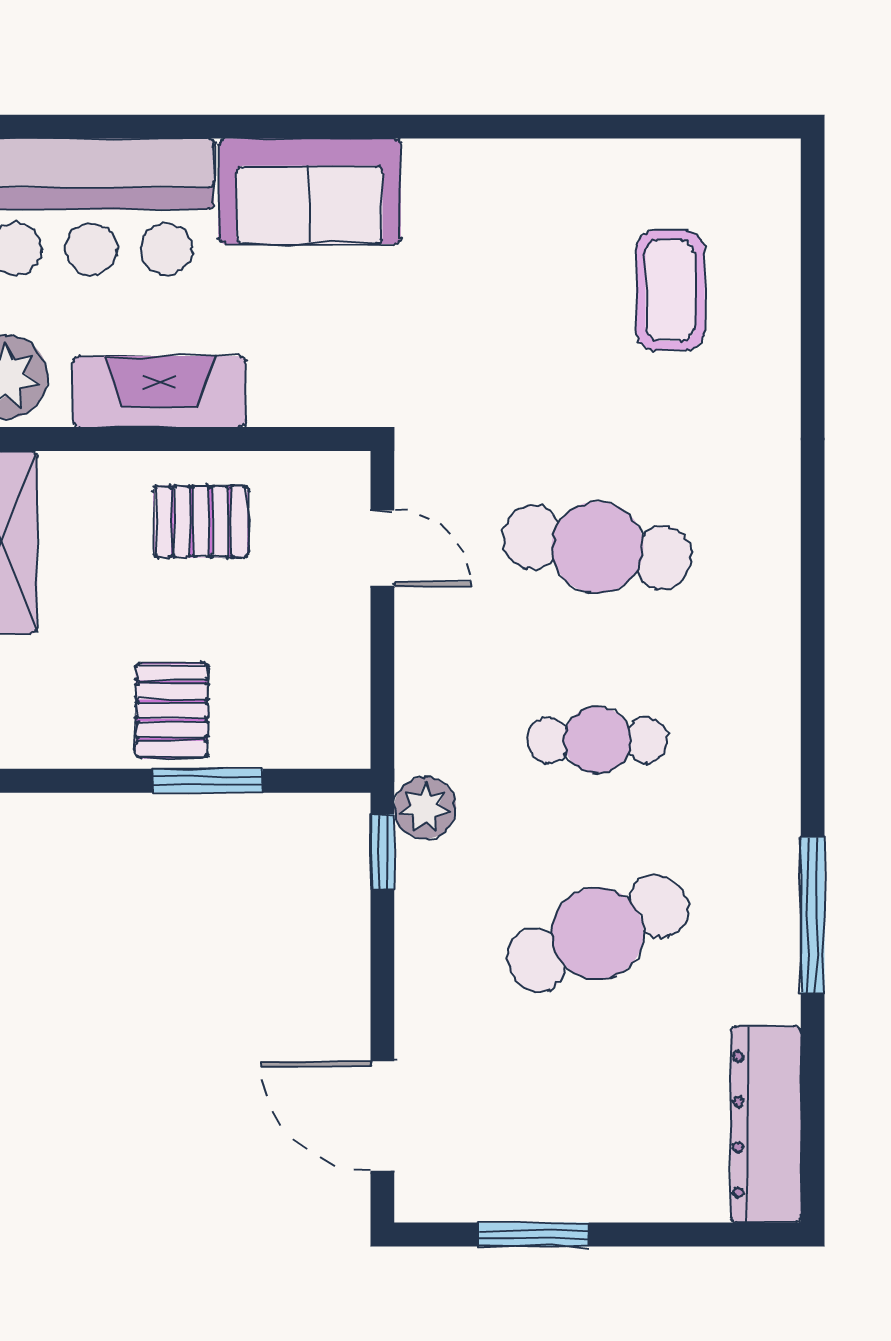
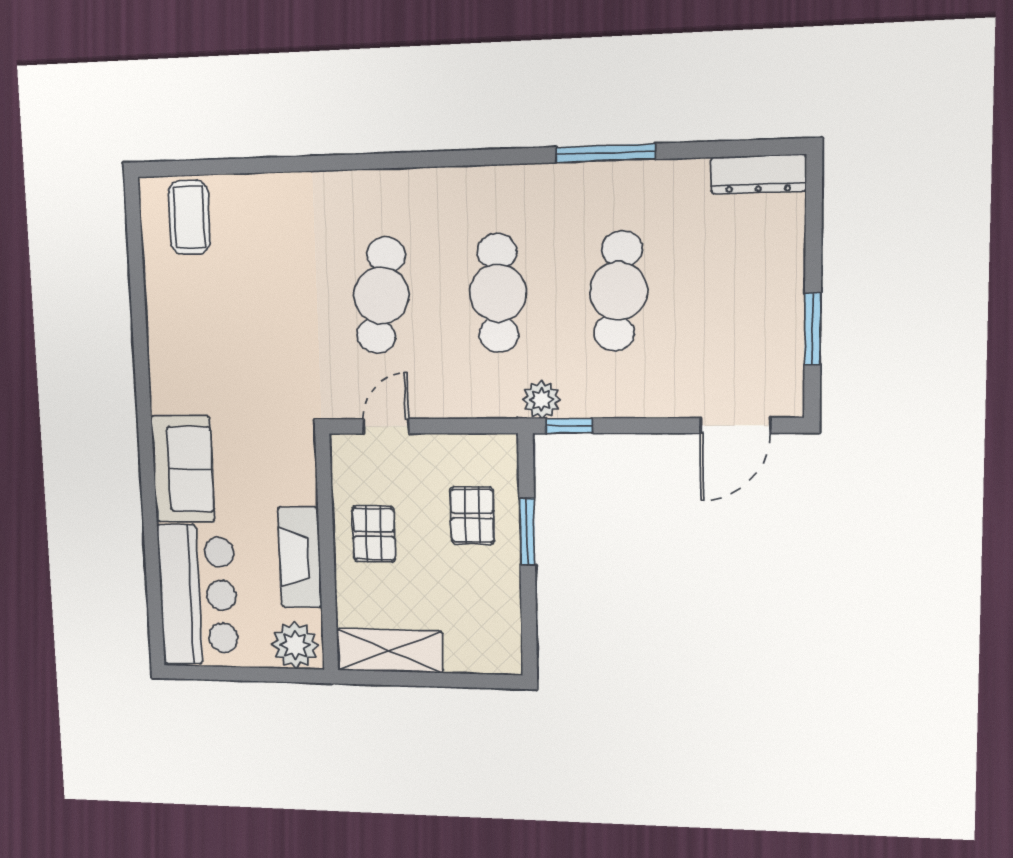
coffee table: (670, 290) -> (189, 217), moved, turned 90
pallet: (172, 711) -> (472, 516), moved, turned 90
cafe table: (597, 740) -> (498, 293), width x1.37, depth x1.35
cafe table: (597, 933) -> (618, 291), turned 30
dresser: (766, 1124) -> (758, 174), width x0.73, depth x0.80

